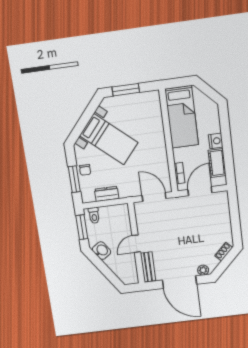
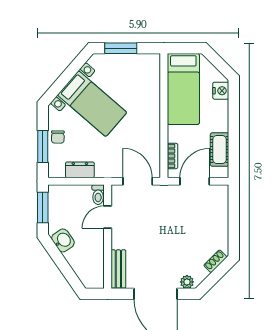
nightstand: (216, 141) -> (221, 91), moved
toilet: (94, 215) -> (98, 195), moved
door: (136, 244) -> (108, 217), moved

